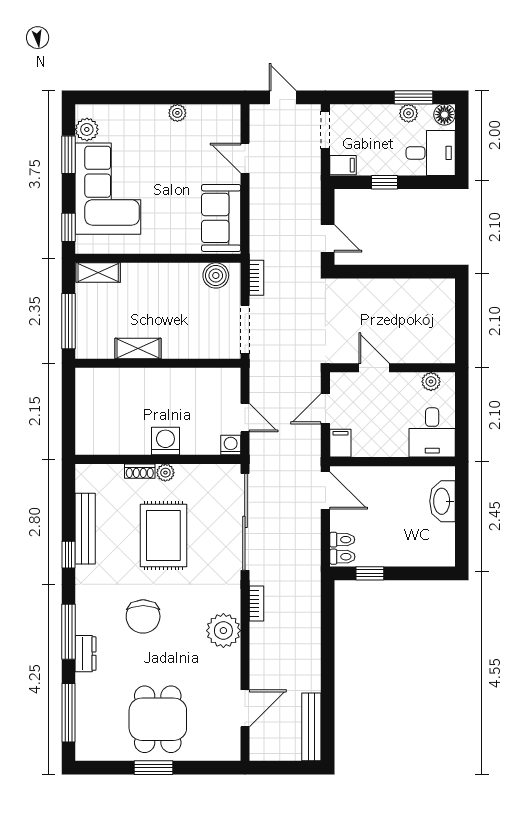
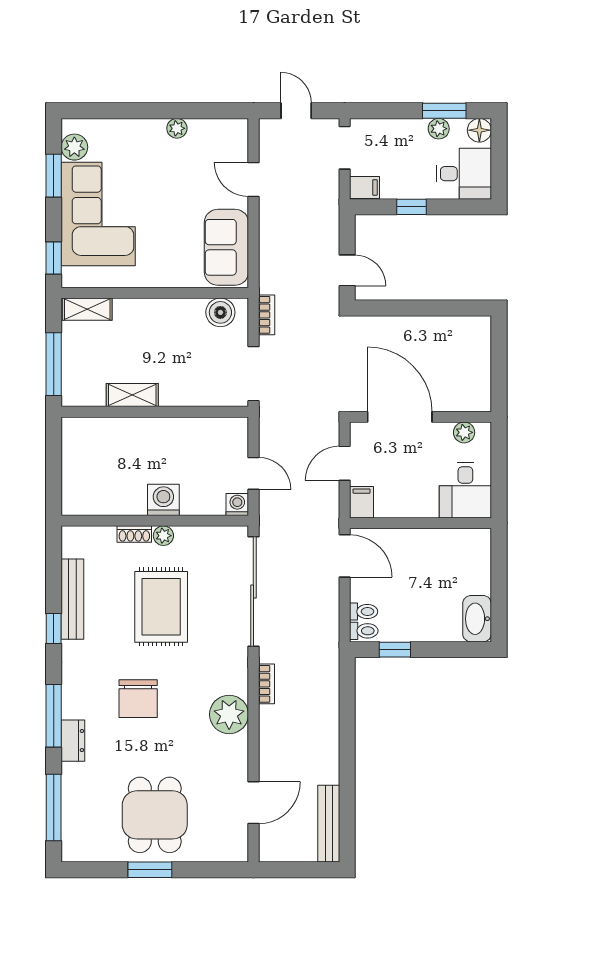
door: (374, 368) -> (400, 417), width x1.87
washbasin: (442, 501) -> (477, 619), moved

